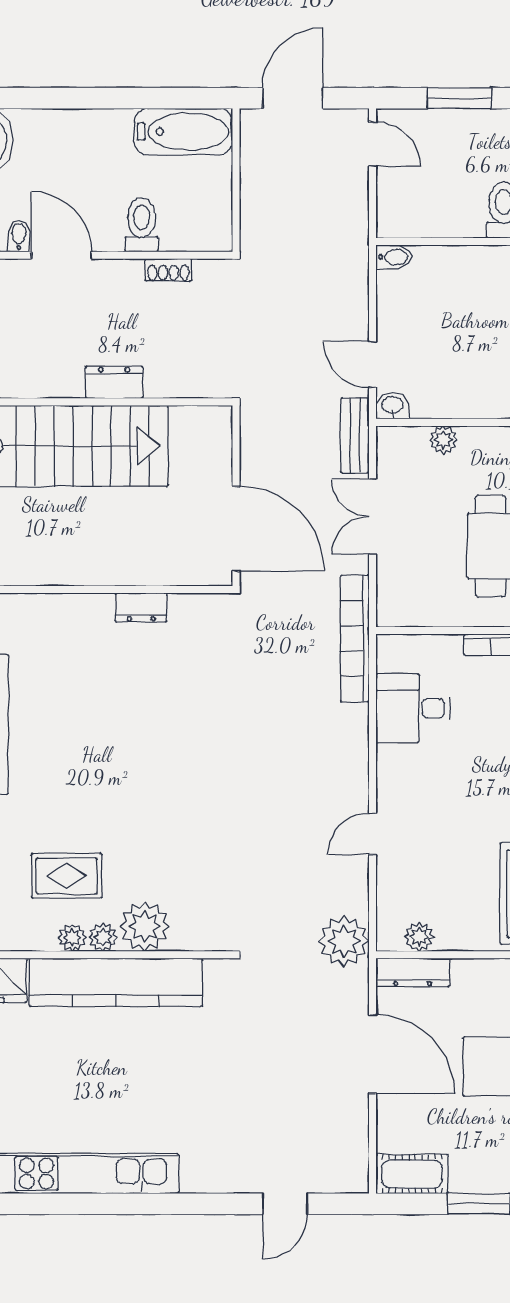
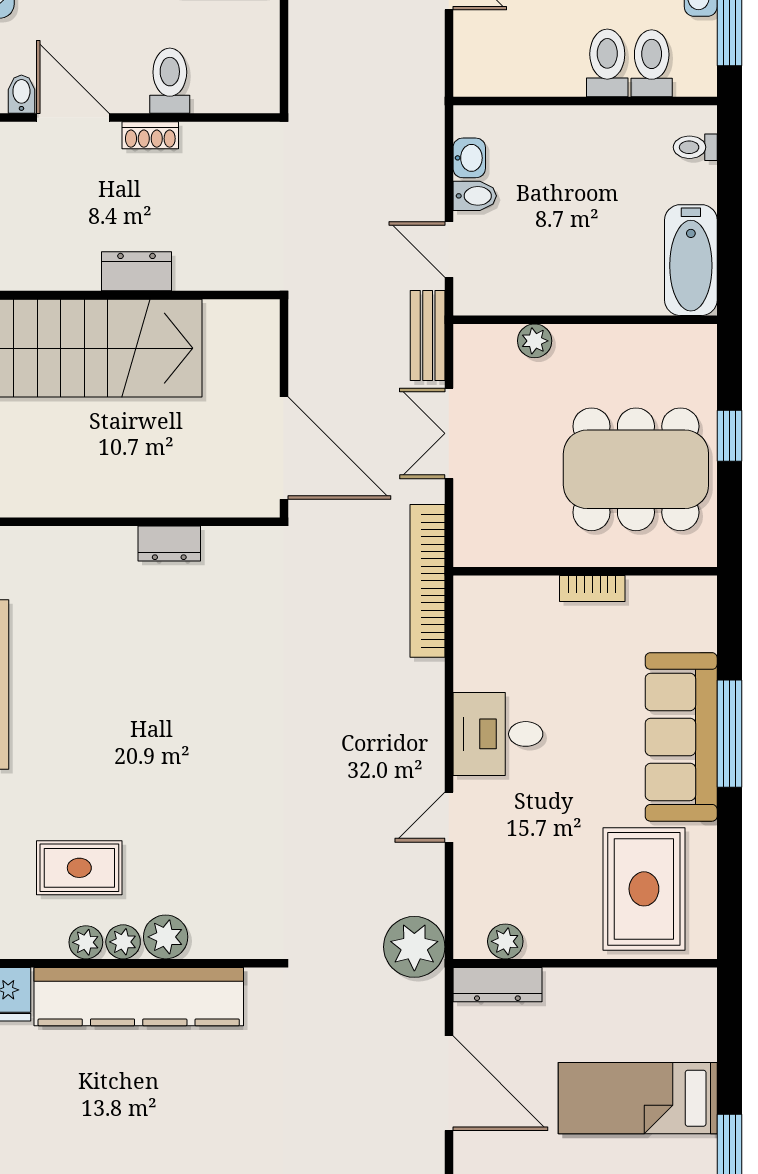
bidet: (394, 257) -> (475, 196), moved
shoe rack: (168, 270) -> (150, 135), moved
washbasin: (392, 406) -> (469, 158), moved, turned 90
desk: (413, 708) -> (498, 734), moved
plant: (145, 926) -> (166, 937), width x0.73, depth x0.73

